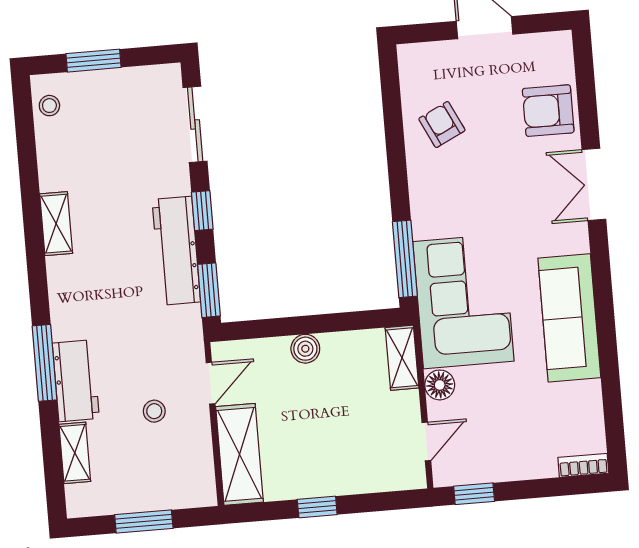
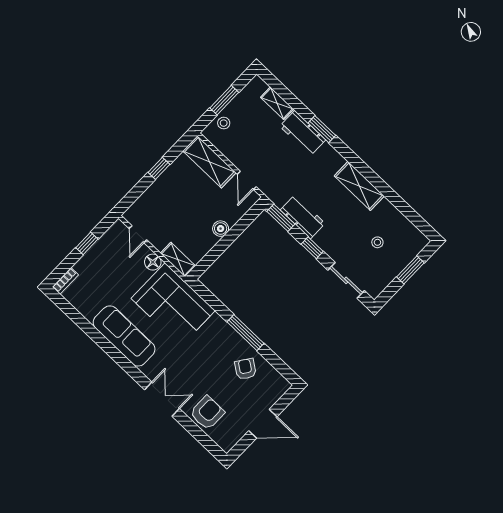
stool: (49, 106) -> (377, 242), moved
armchair: (442, 124) -> (245, 369), turned -119
shelving: (56, 224) -> (359, 186), width x1.50, depth x1.33
workbench: (176, 251) -> (303, 217), width x0.73
window: (405, 259) -> (245, 333), moved
window: (45, 363) -> (322, 129), width x0.69
stool: (154, 411) -> (224, 123), moved
window: (474, 494) -> (87, 243), moved

